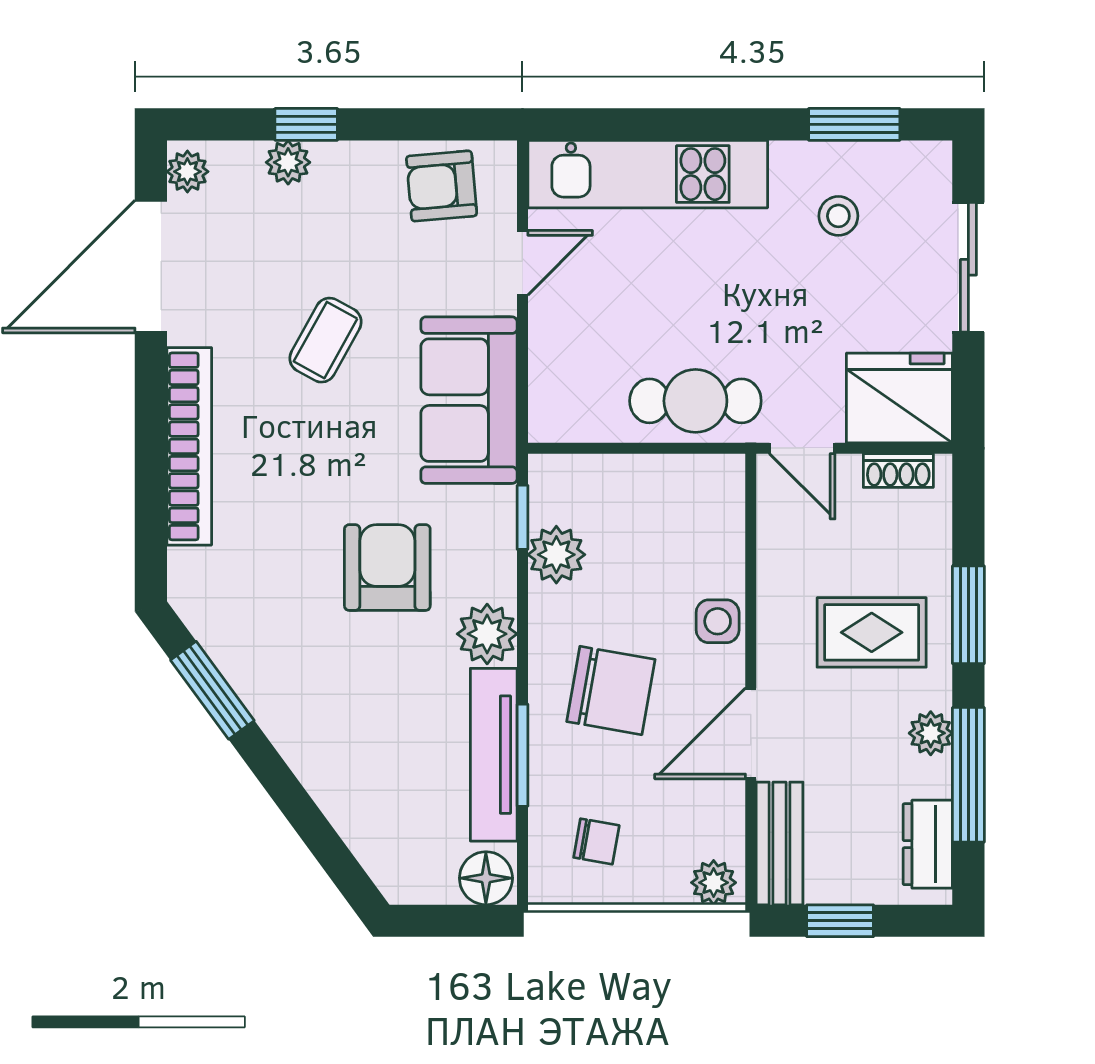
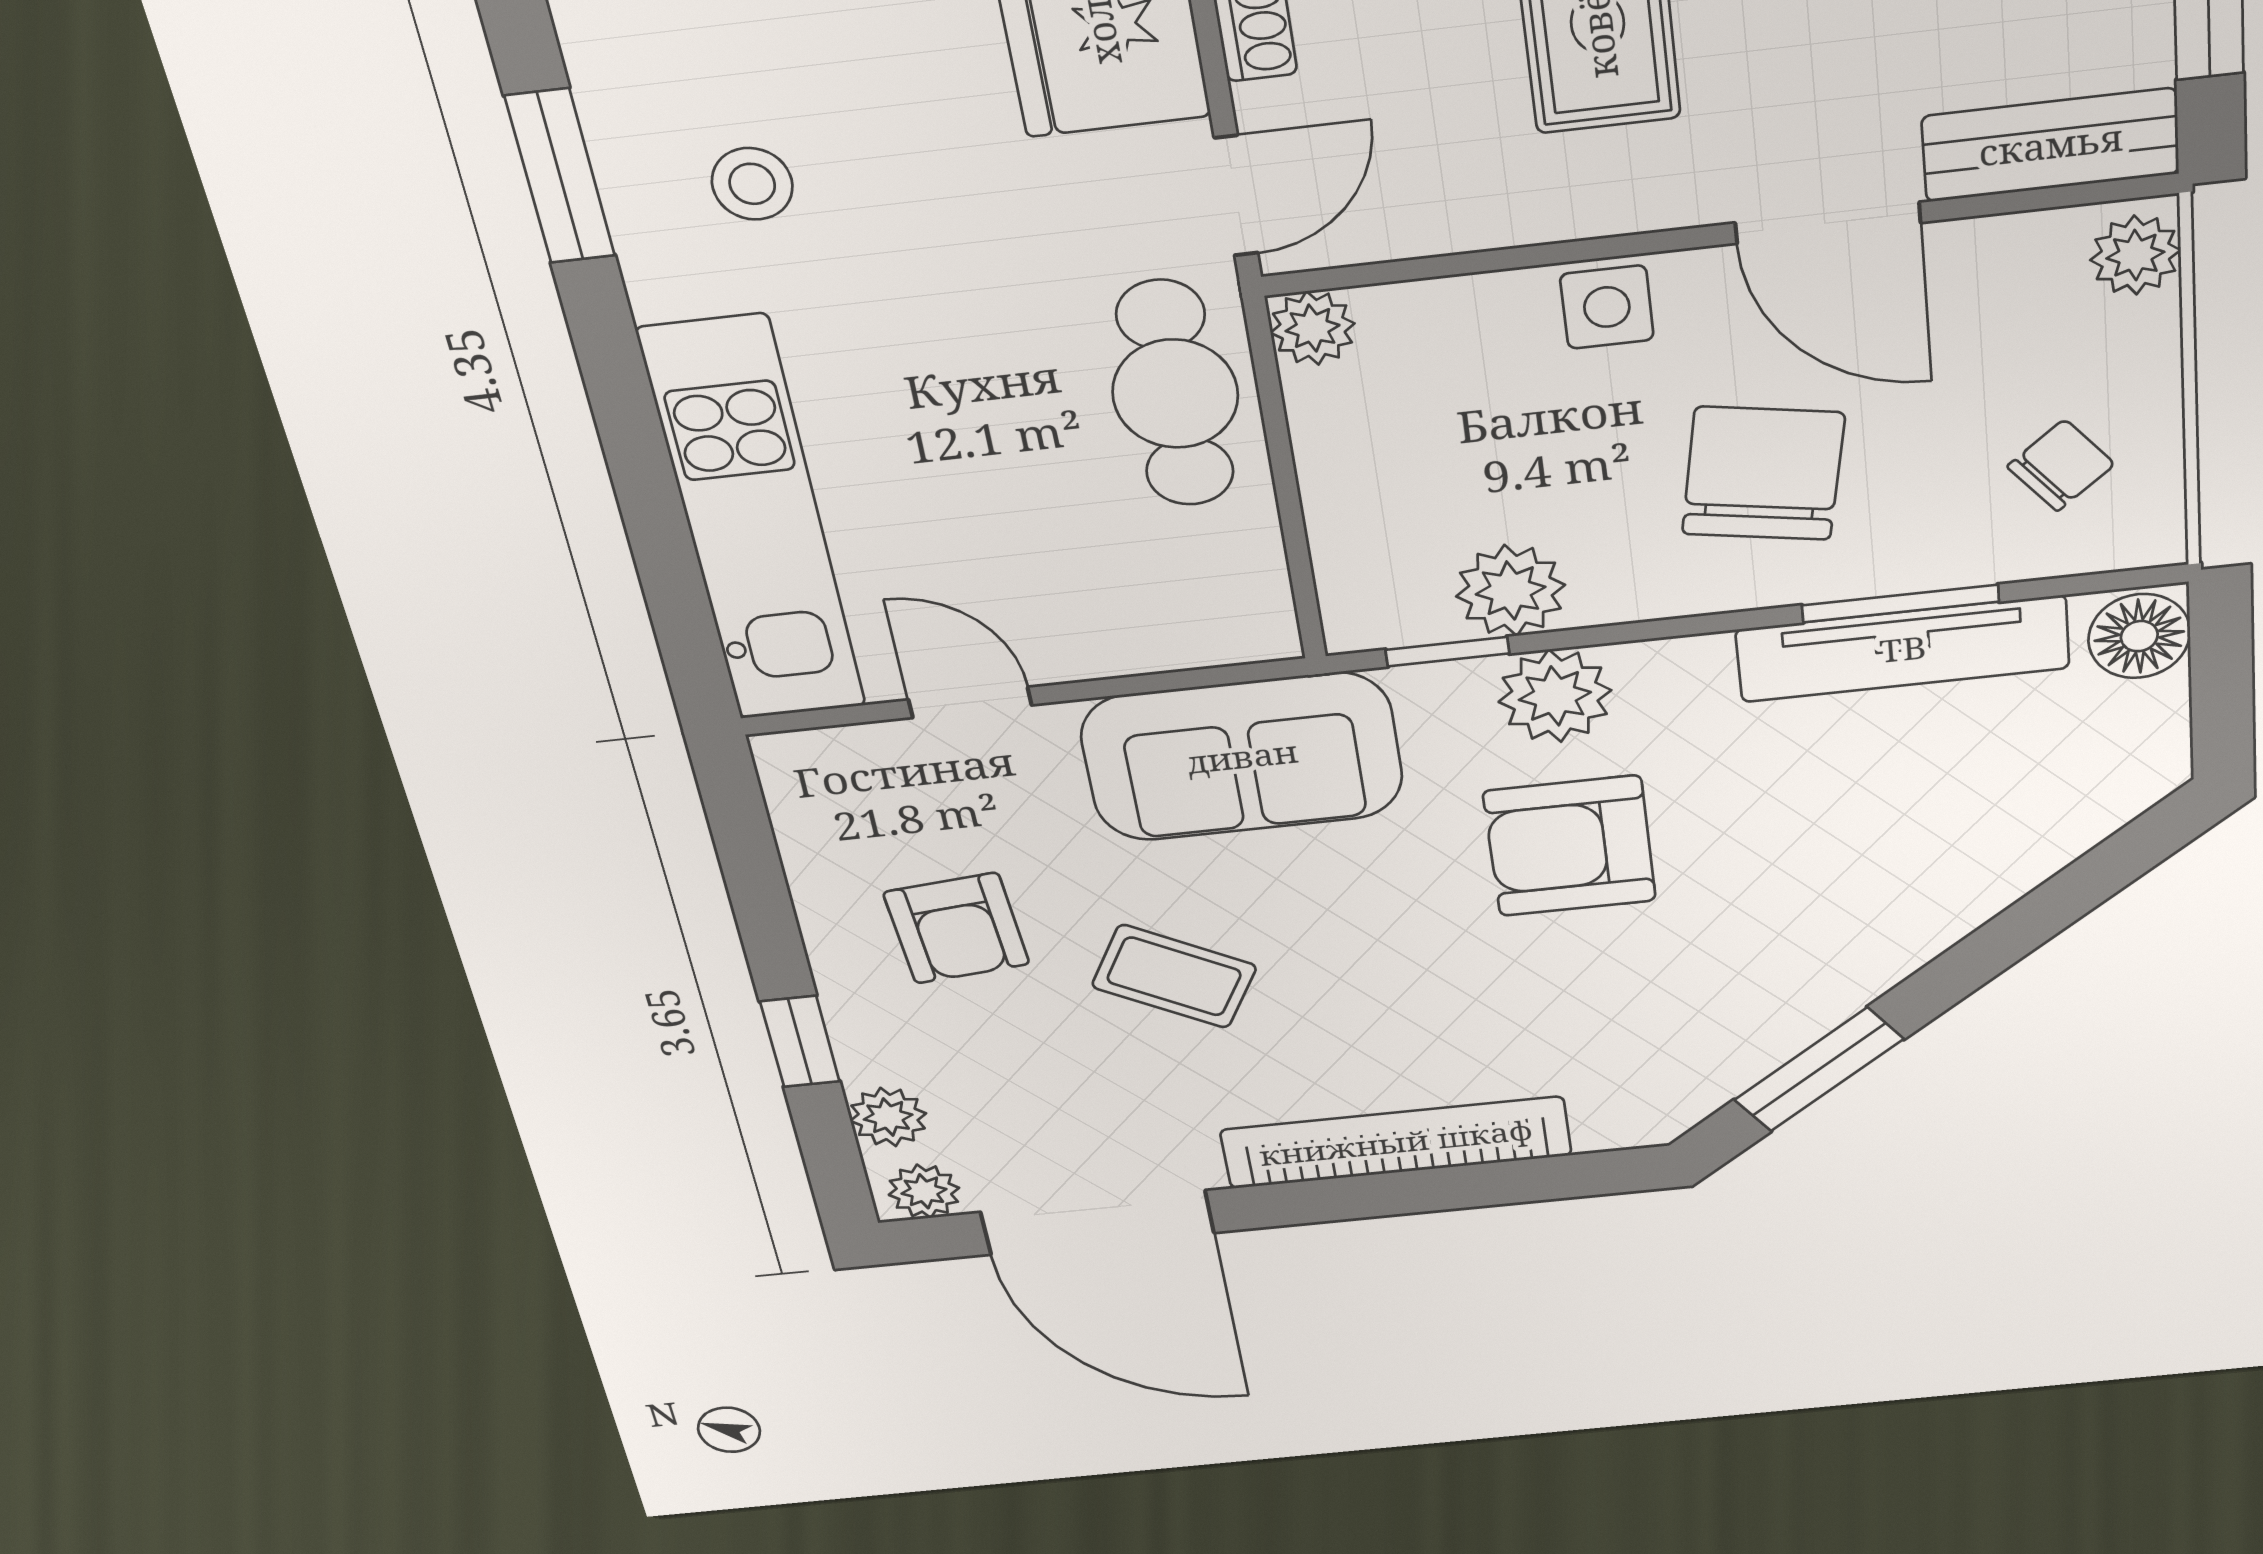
plant: (288, 162) -> (888, 1117), moved
armchair: (442, 186) -> (957, 928), moved
plant: (724, 475) -> (1313, 328), added
plant: (487, 634) -> (1555, 696), moved
chair: (596, 841) -> (2061, 465), turned 41

